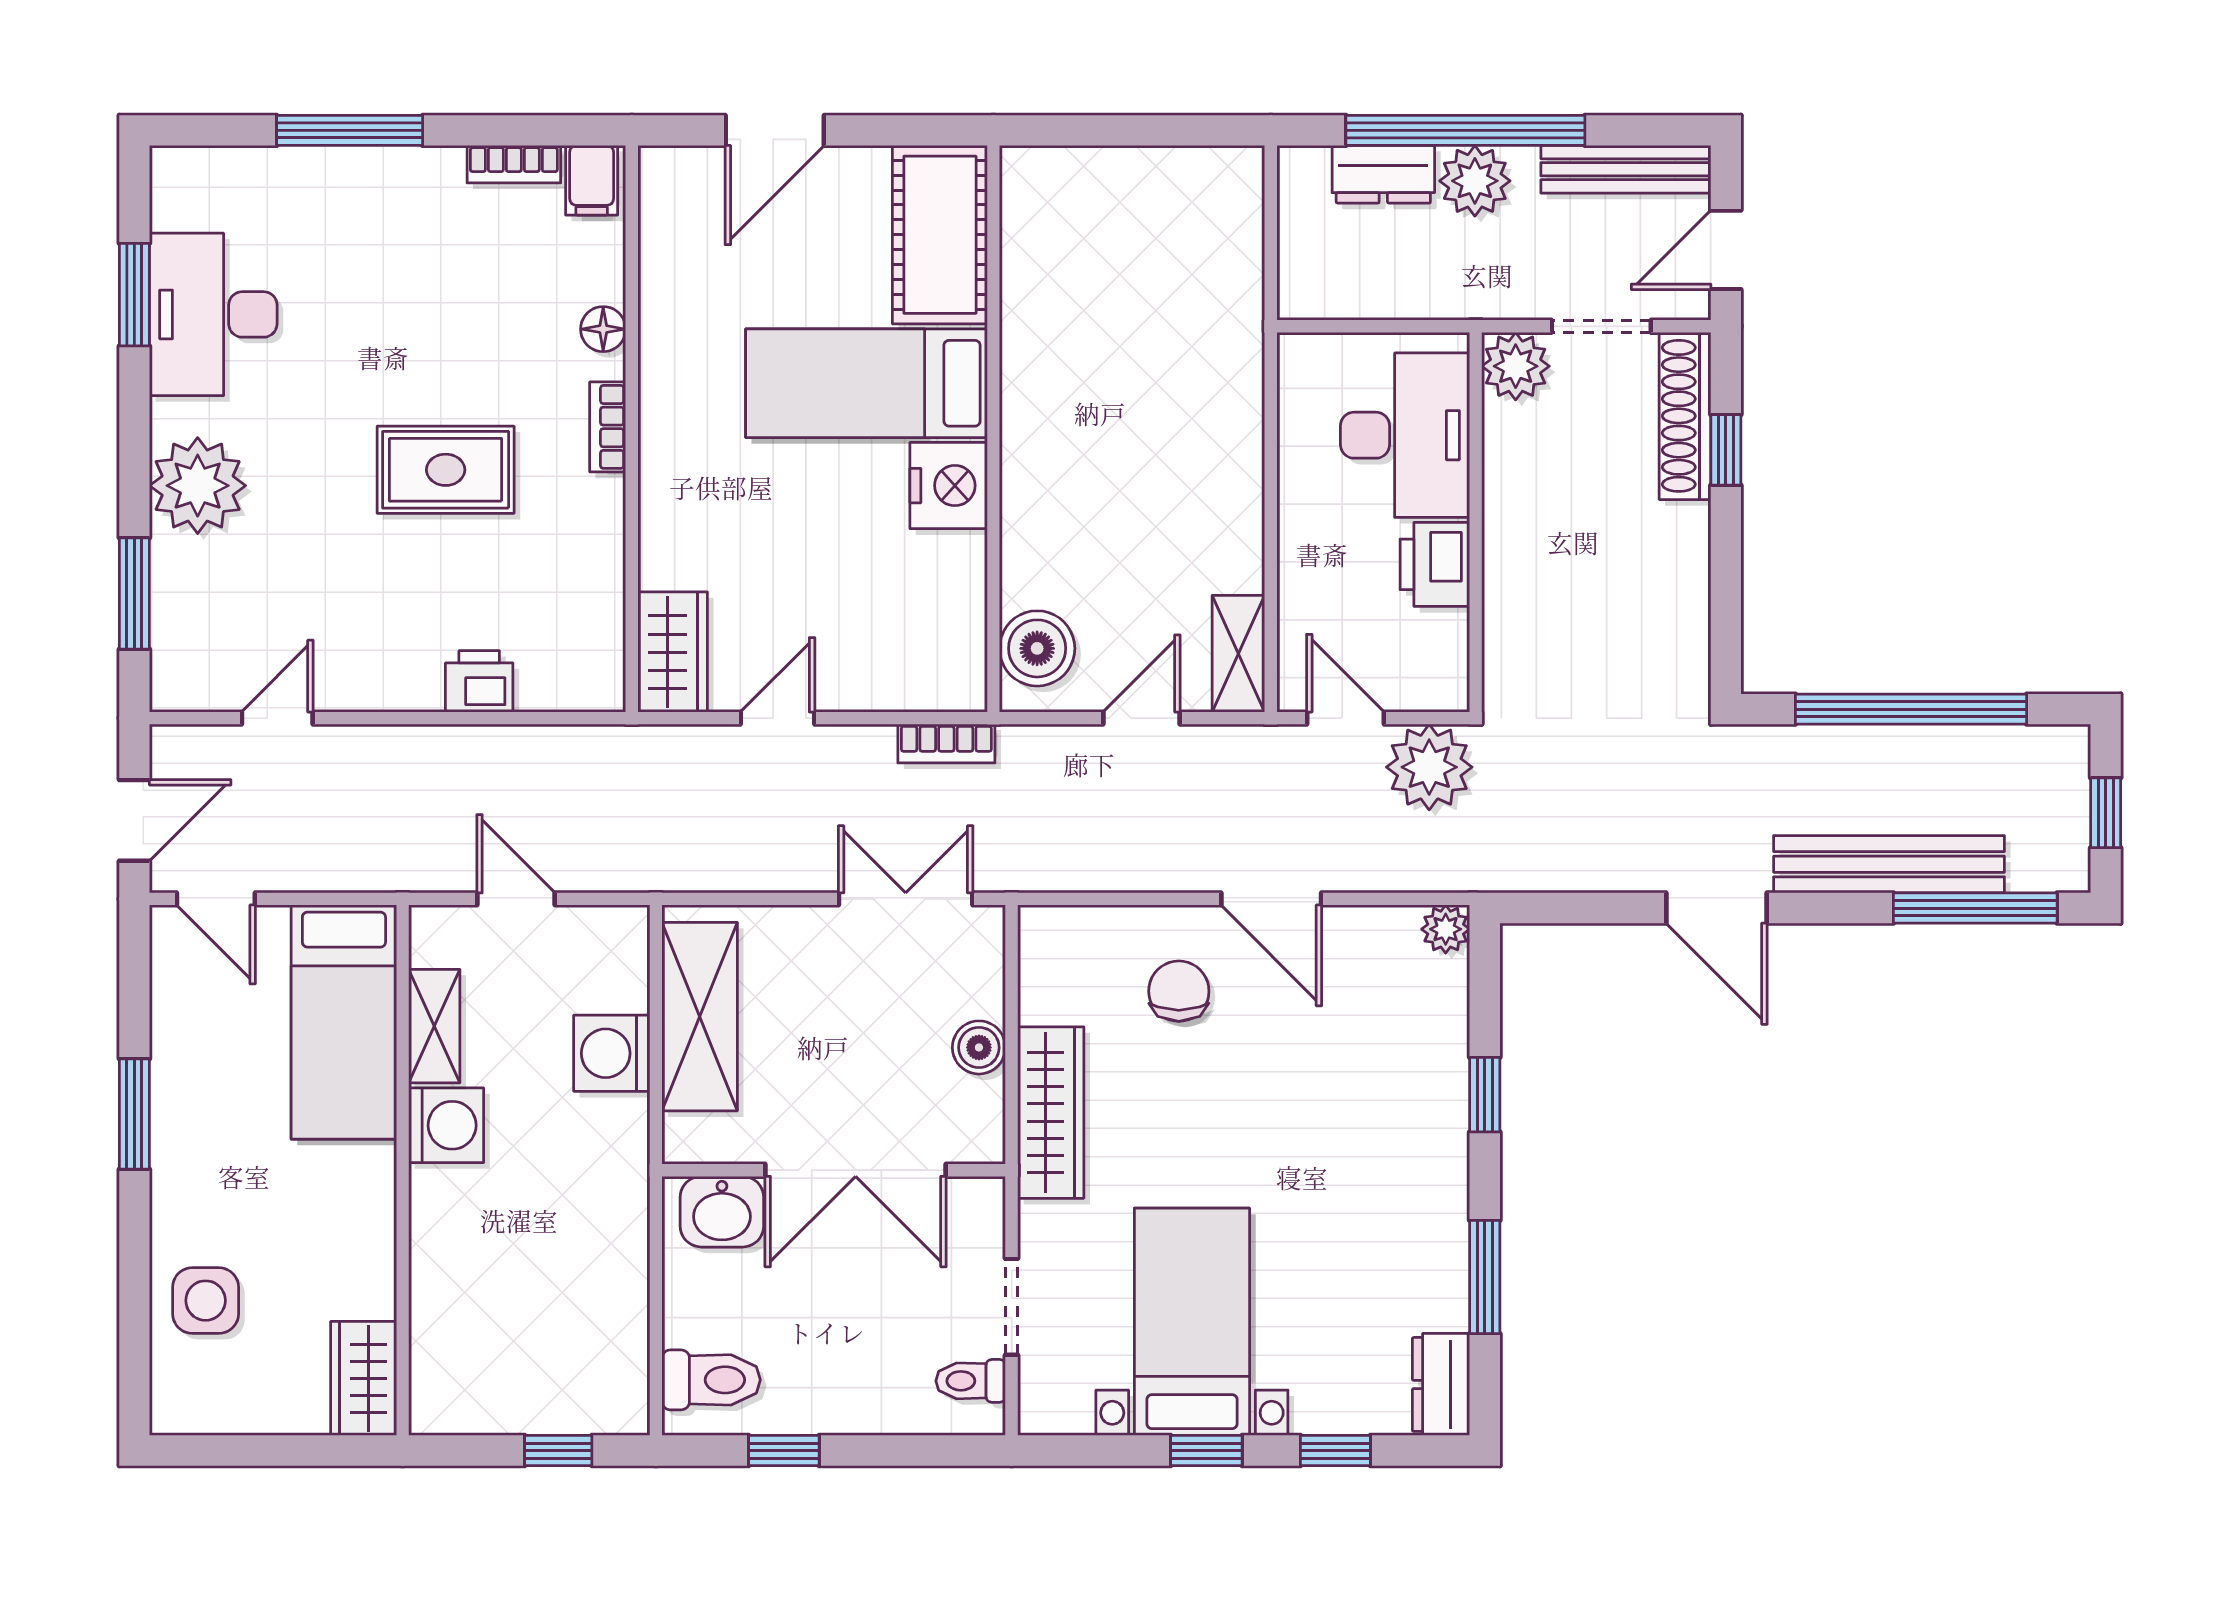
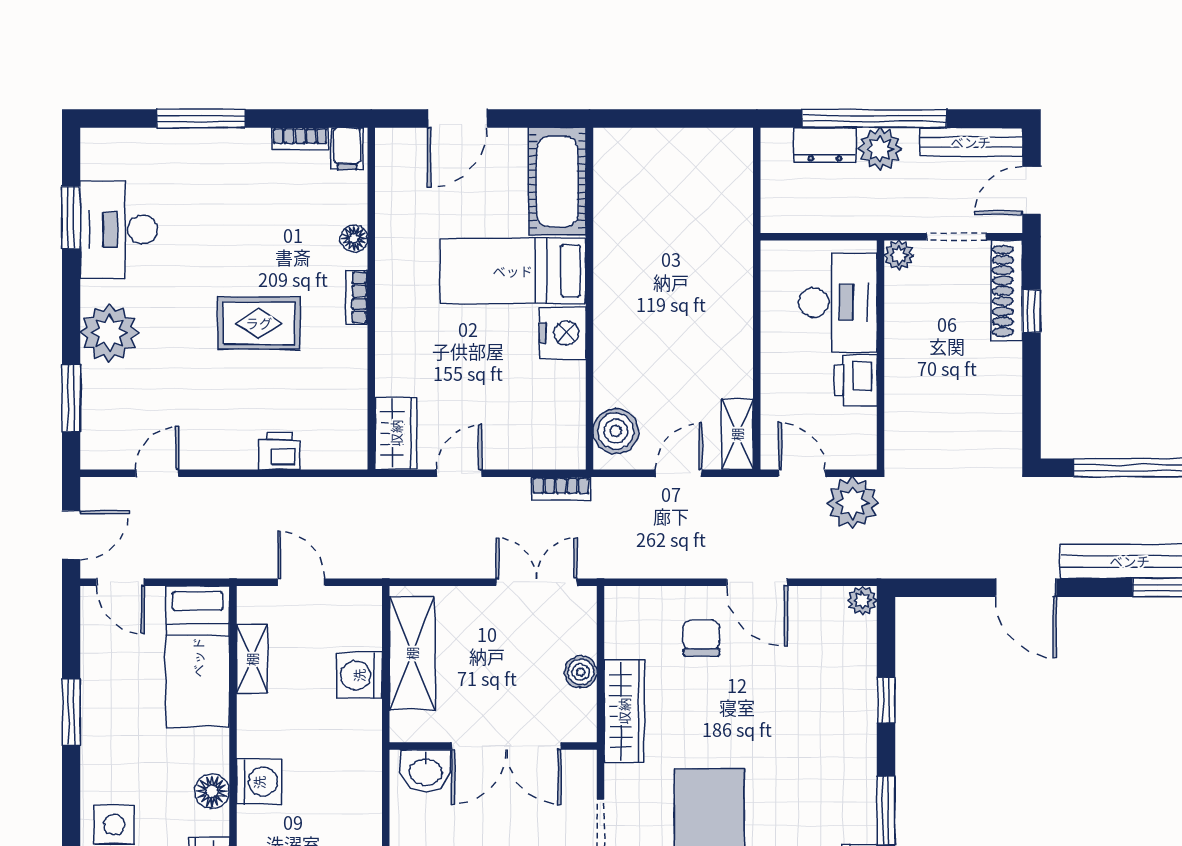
plant: (1516, 366) -> (899, 255), width x0.73, depth x0.73
washing machine: (446, 1125) -> (259, 782), moved
floor lamp: (368, 1245) -> (212, 791), added

